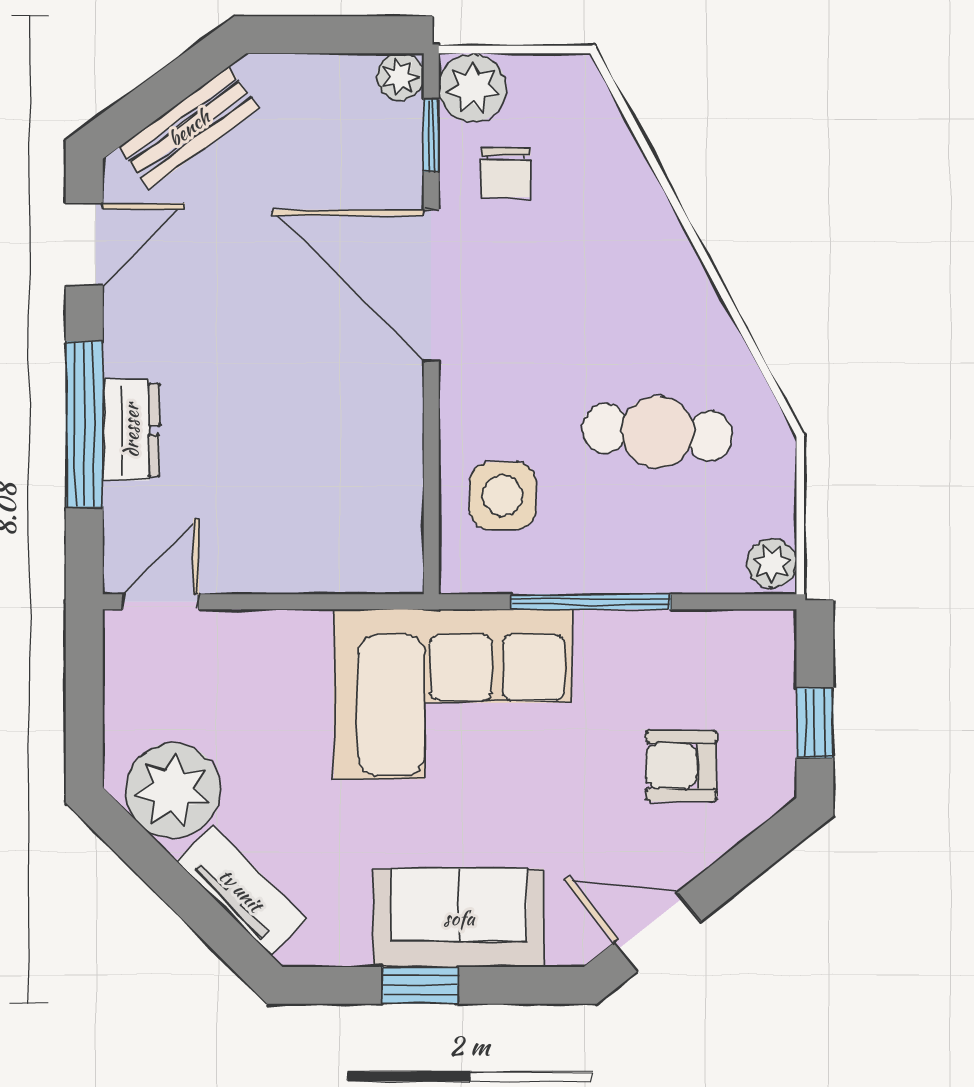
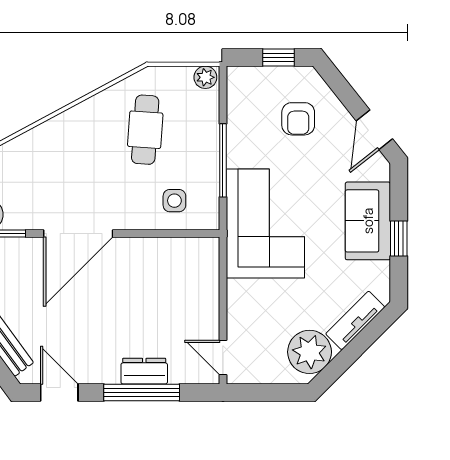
chair: (506, 172) -> (26, 199), removed
side table: (503, 496) -> (174, 201), width x0.73, depth x0.73

